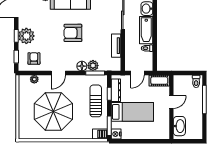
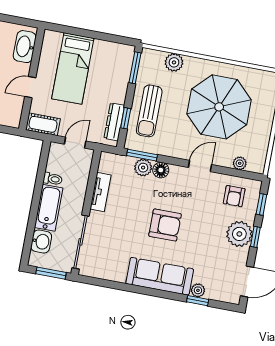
bed: (132, 112) -> (73, 68), moved, turned -90
plant: (86, 134) -> (174, 62), added
barbecue: (100, 134) -> (152, 58), removed
nightstand: (116, 134) -> (127, 53), removed

